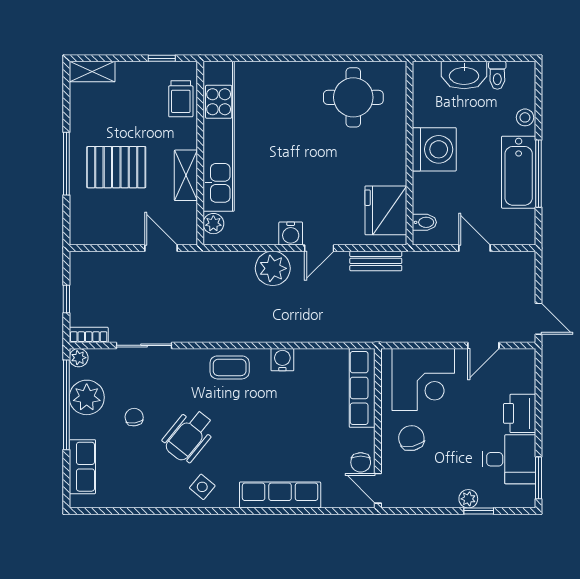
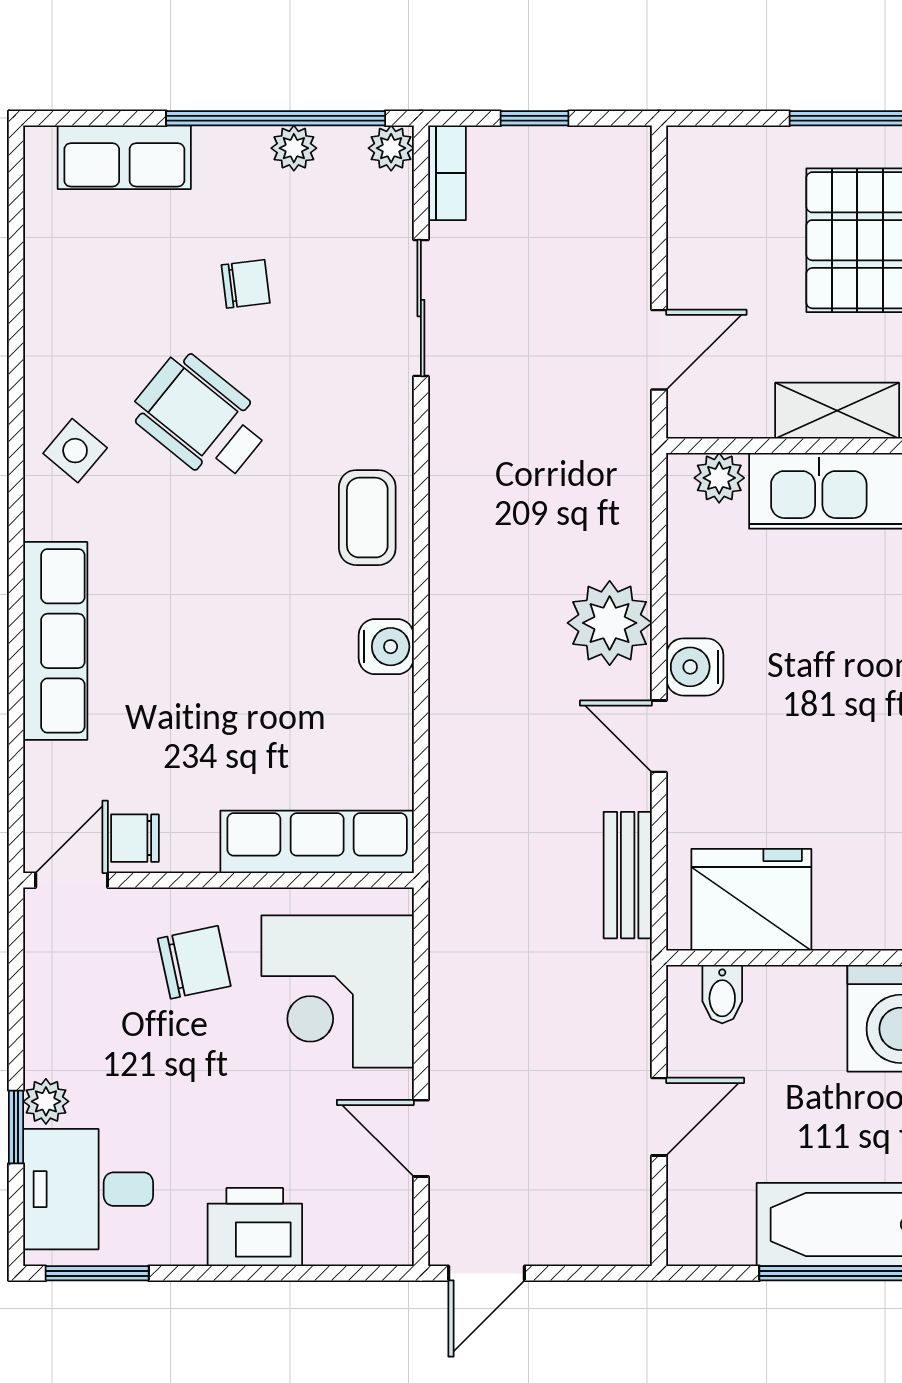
plant: (87, 397) -> (294, 148), width x0.53, depth x0.53
desk: (509, 459) -> (88, 1189), moved, turned 90

